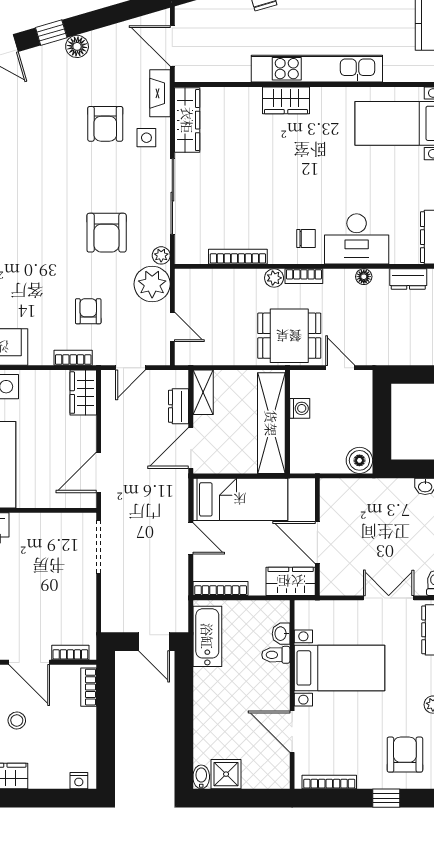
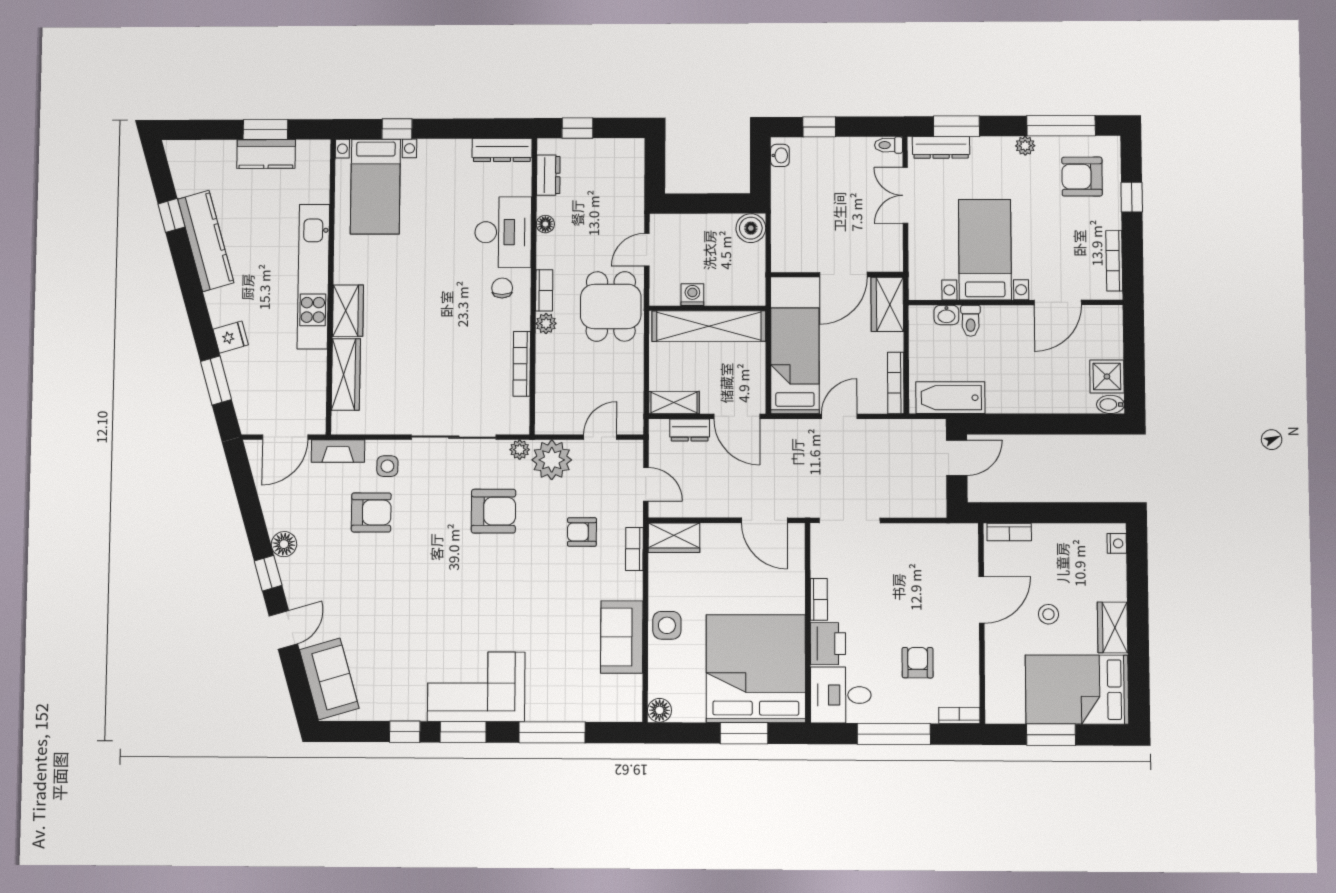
wardrobe: (187, 120) -> (346, 374), moved, turned 90
bookcase: (70, 653) -> (819, 599), moved, turned 180

